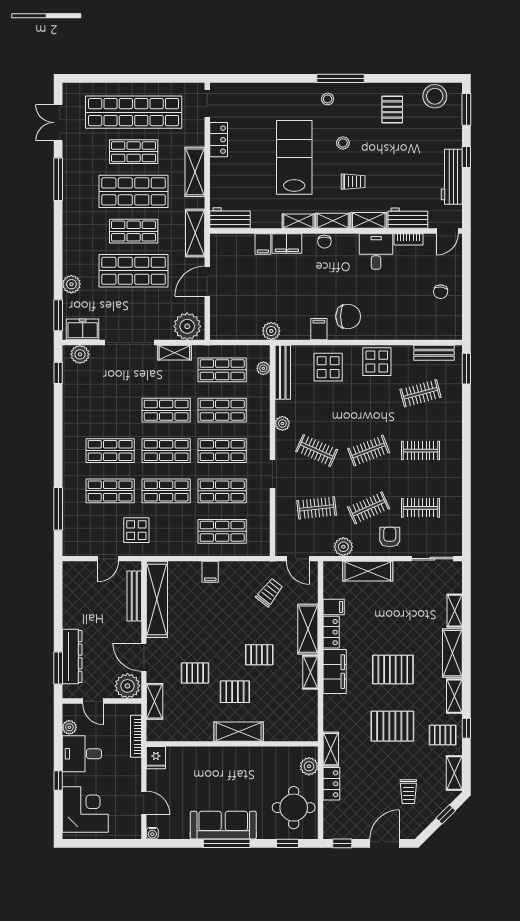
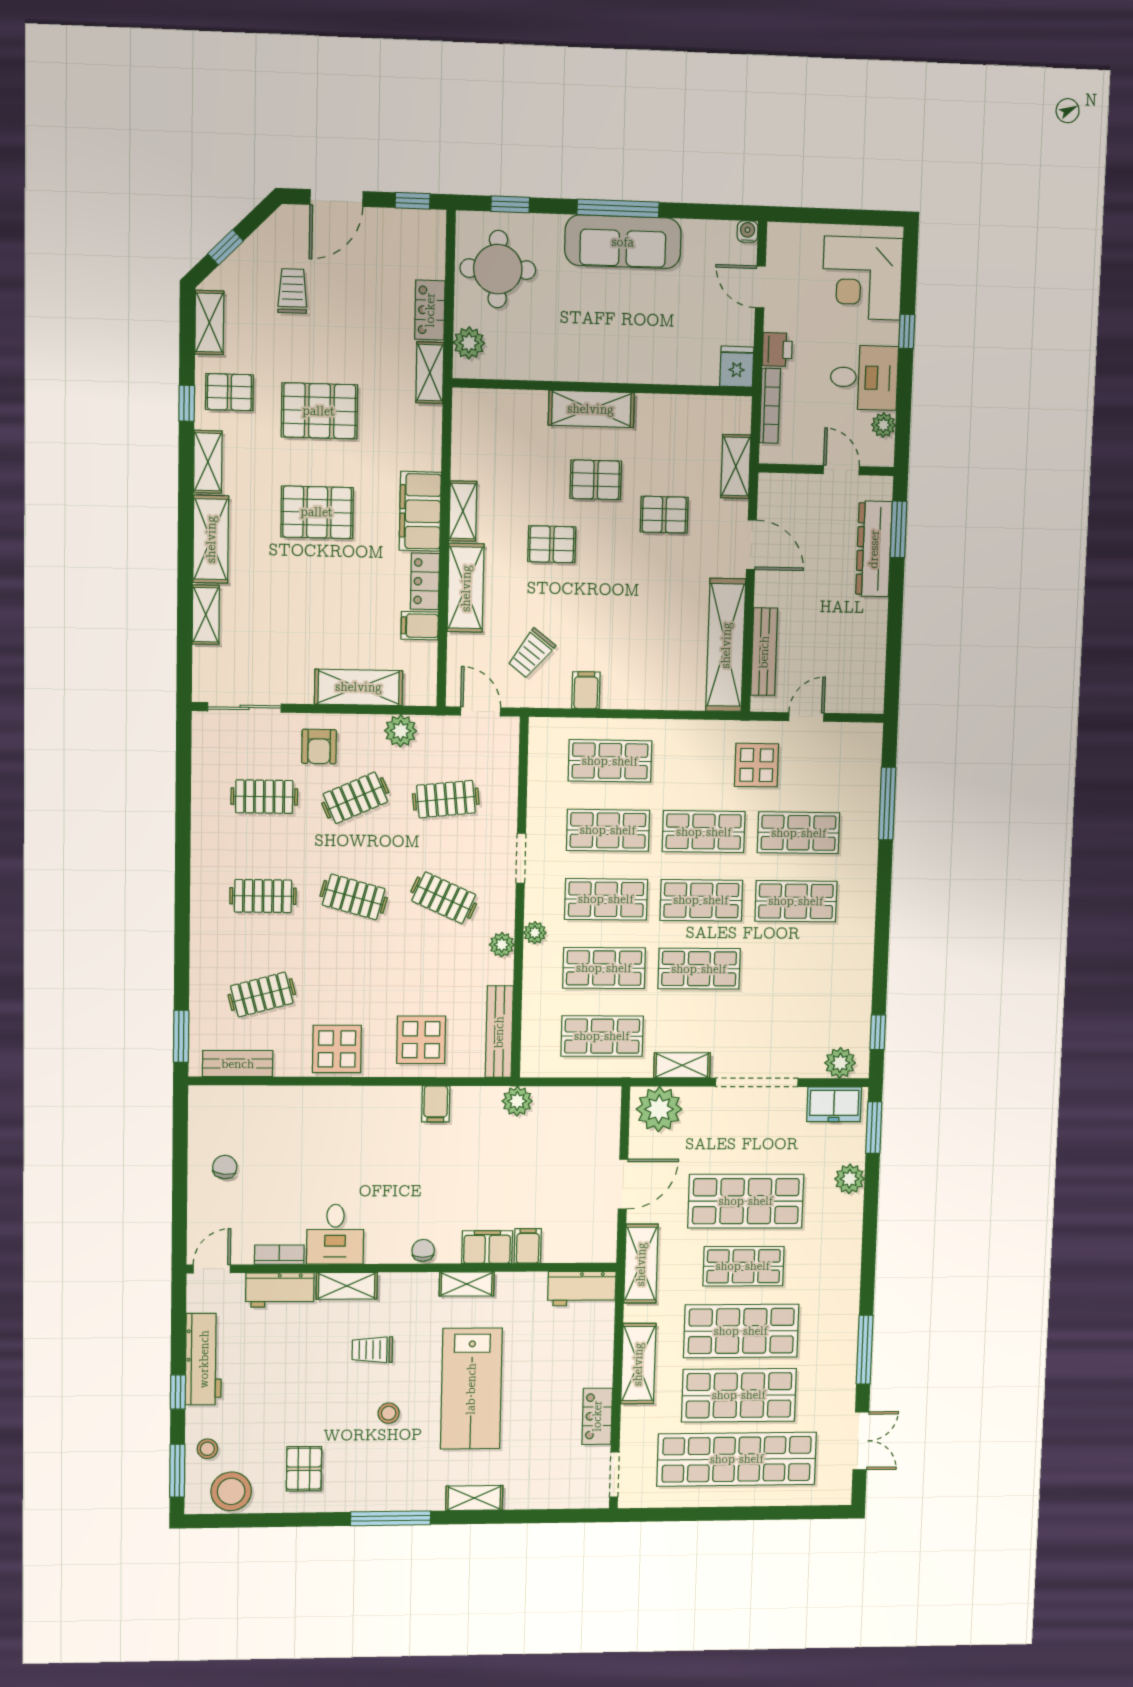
stool: (328, 99) -> (207, 1449), moved
shop shelf: (134, 152) -> (739, 1395), width x1.43, depth x1.36
shelving: (333, 221) -> (474, 1498), moved
chair: (348, 316) -> (385, 1125), removed
plant: (263, 368) -> (535, 933), moved
clothes rail: (369, 451) -> (354, 897), turned 36
filing cabinet: (210, 572) -> (586, 690), moved
plant: (127, 686) -> (781, 495), removed
printer: (133, 768) -> (777, 350), added

